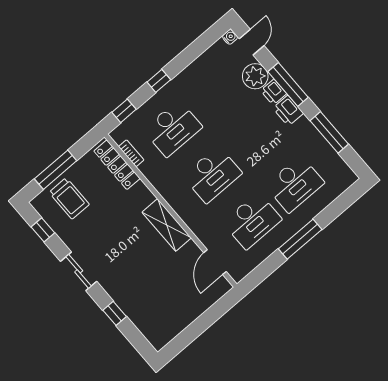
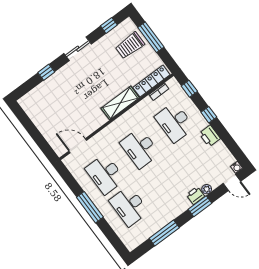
plant: (255, 76) -> (207, 189), width x0.53, depth x0.53
window: (288, 85) -> (200, 206), width x0.69
printer: (288, 111) -> (210, 136), moved, turned -90
shelving: (167, 225) -> (120, 103), moved

